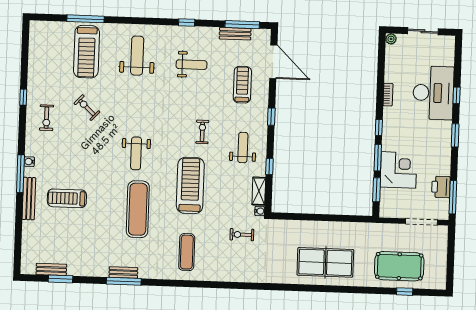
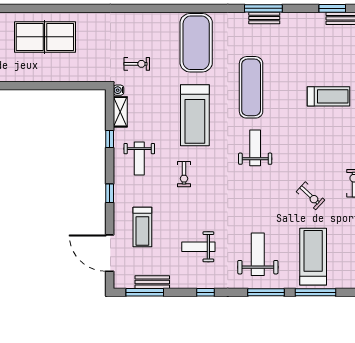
window: (131, 21) -> (266, 292), added
weight bench: (137, 56) -> (258, 254), turned 180
exercise mat: (187, 252) -> (196, 43), width x2.00, depth x1.45

